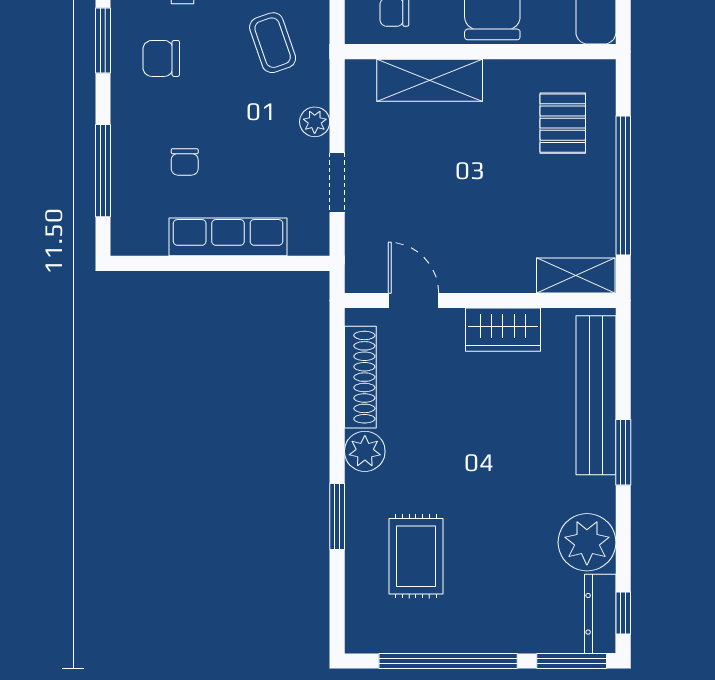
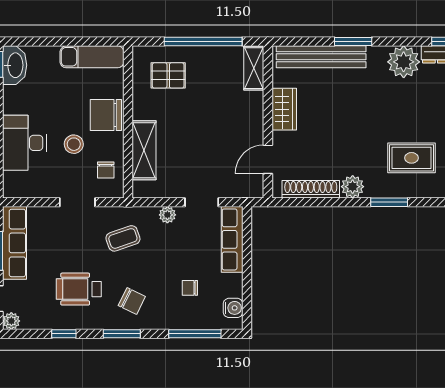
chair: (161, 58) -> (132, 301), turned -64
chair: (185, 162) -> (190, 288), turned 180
row of seats: (228, 237) -> (232, 239), moved
water cooler: (149, 239) -> (233, 308), added

